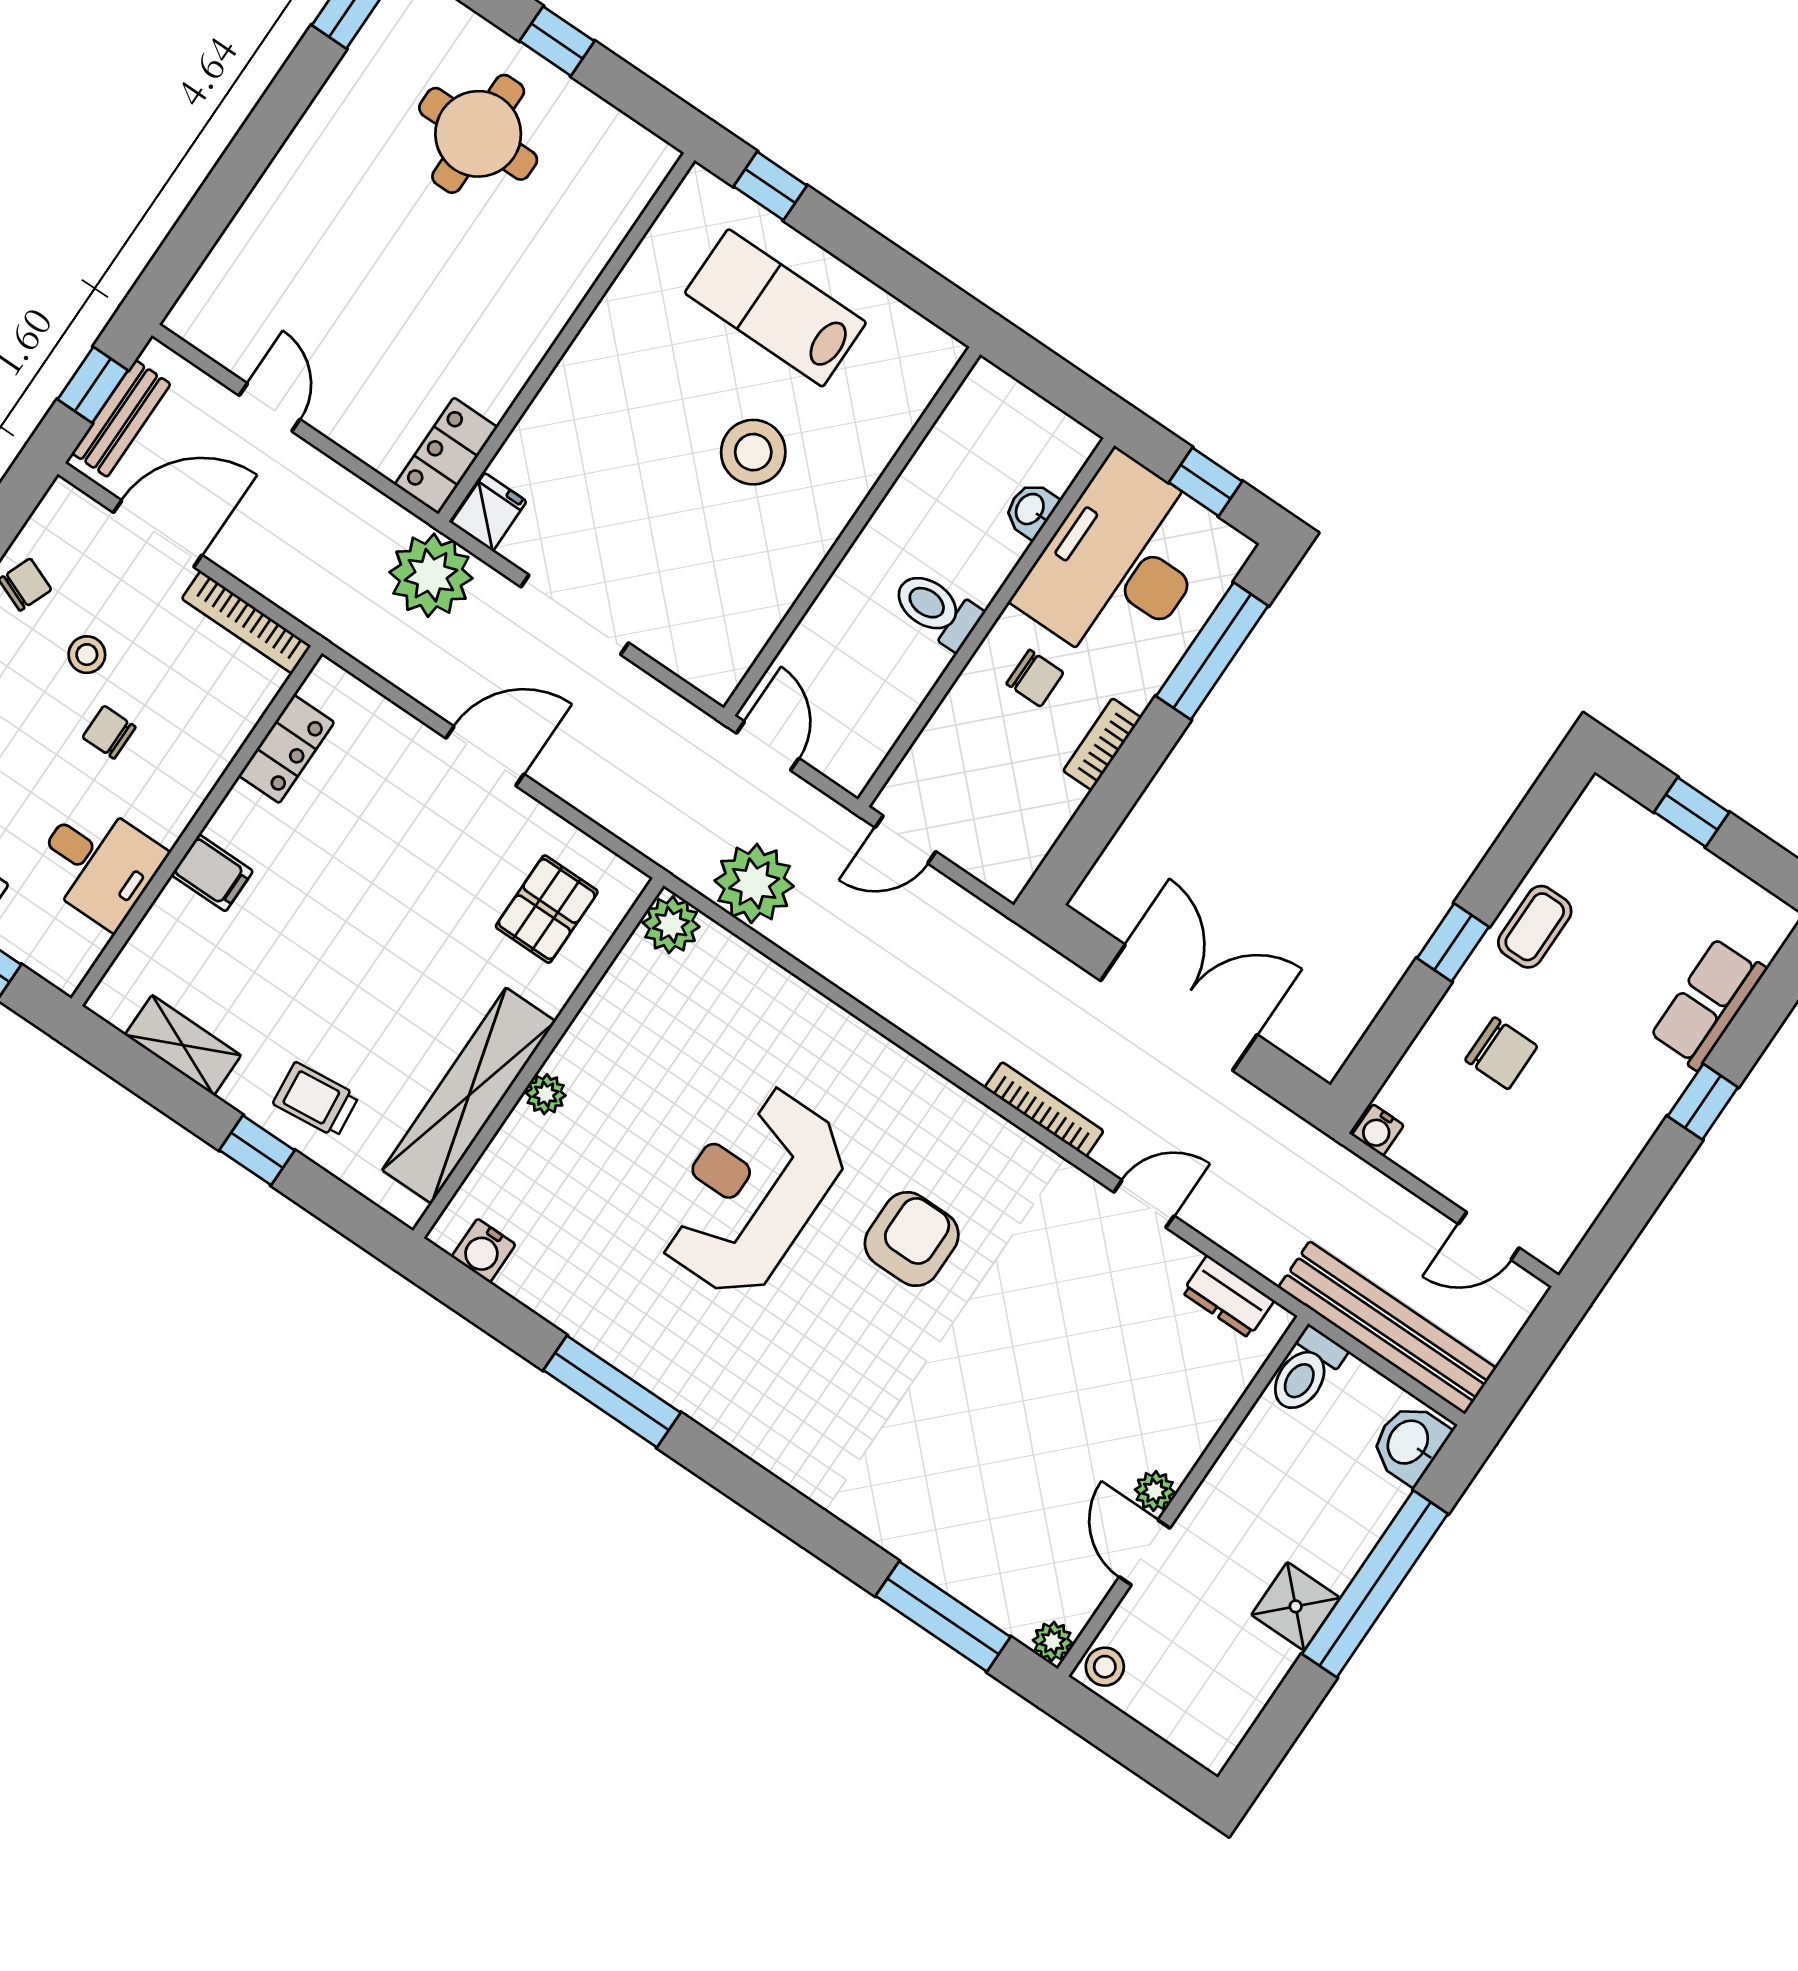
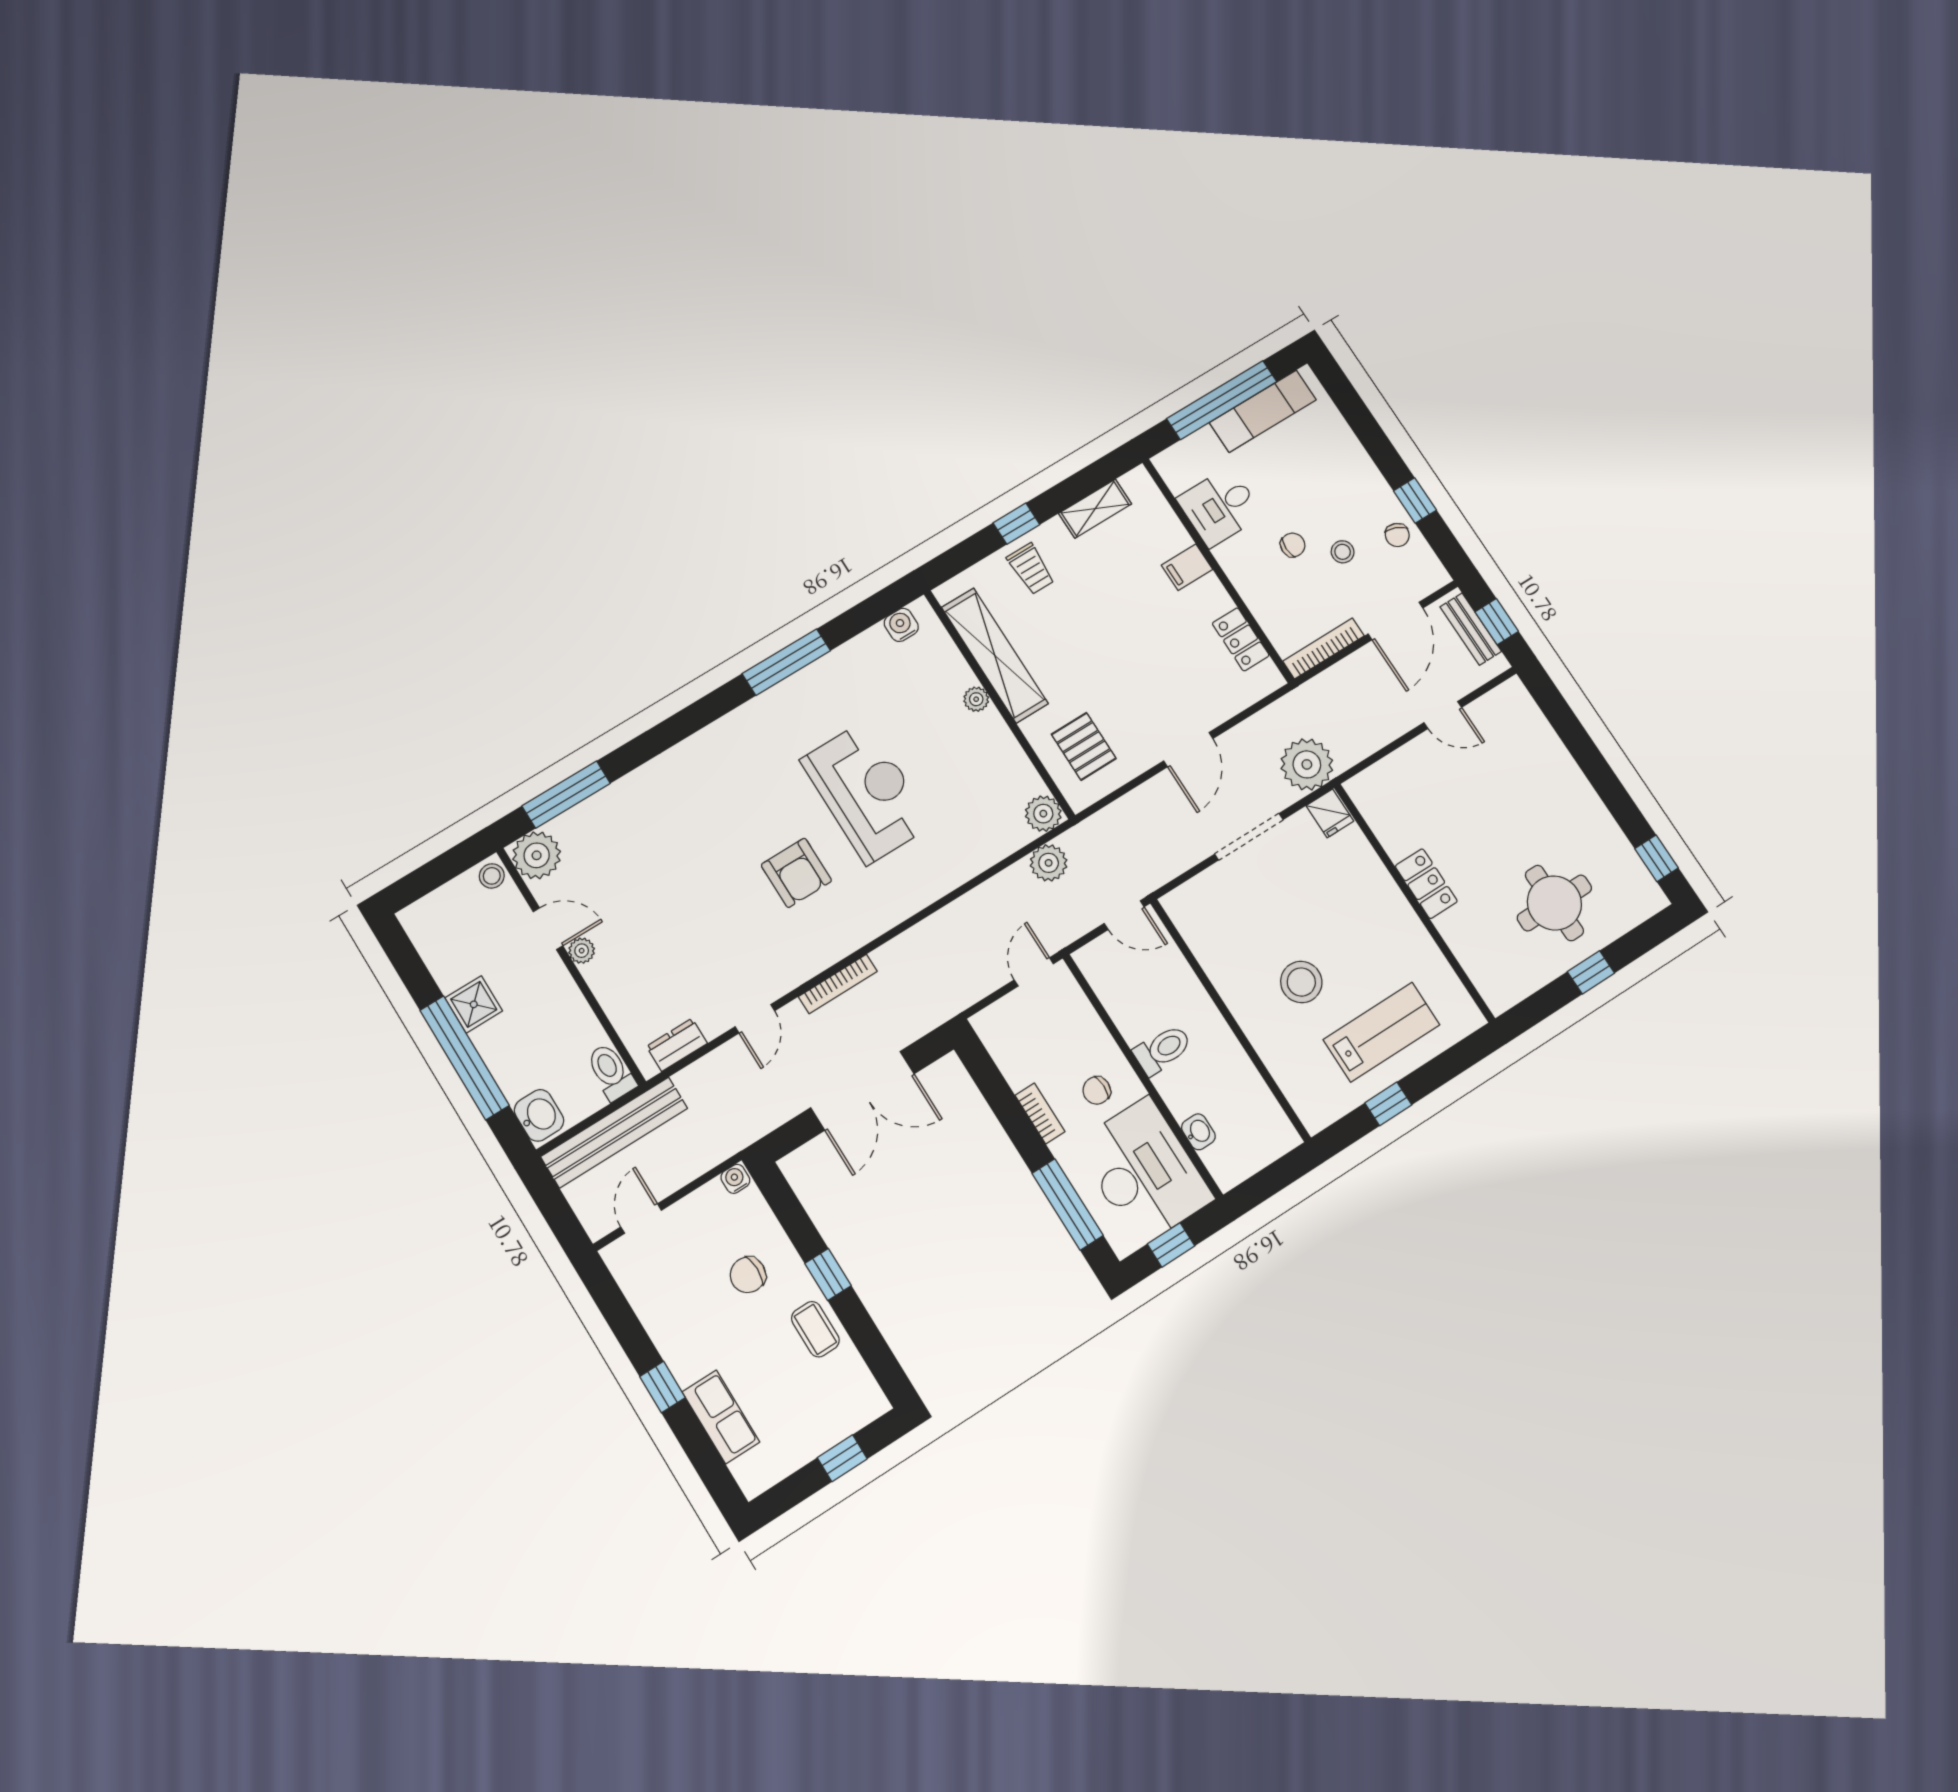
window: (770, 186) -> (1388, 1104), moved
locker: (446, 456) -> (1426, 884), moved
plant: (754, 883) -> (1049, 863), width x0.73, depth x0.73
trolley: (316, 1100) -> (1031, 569), turned 96
plant: (1053, 1642) -> (537, 855), width x1.87, depth x1.87

